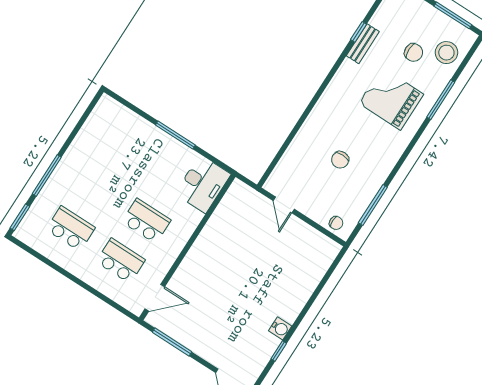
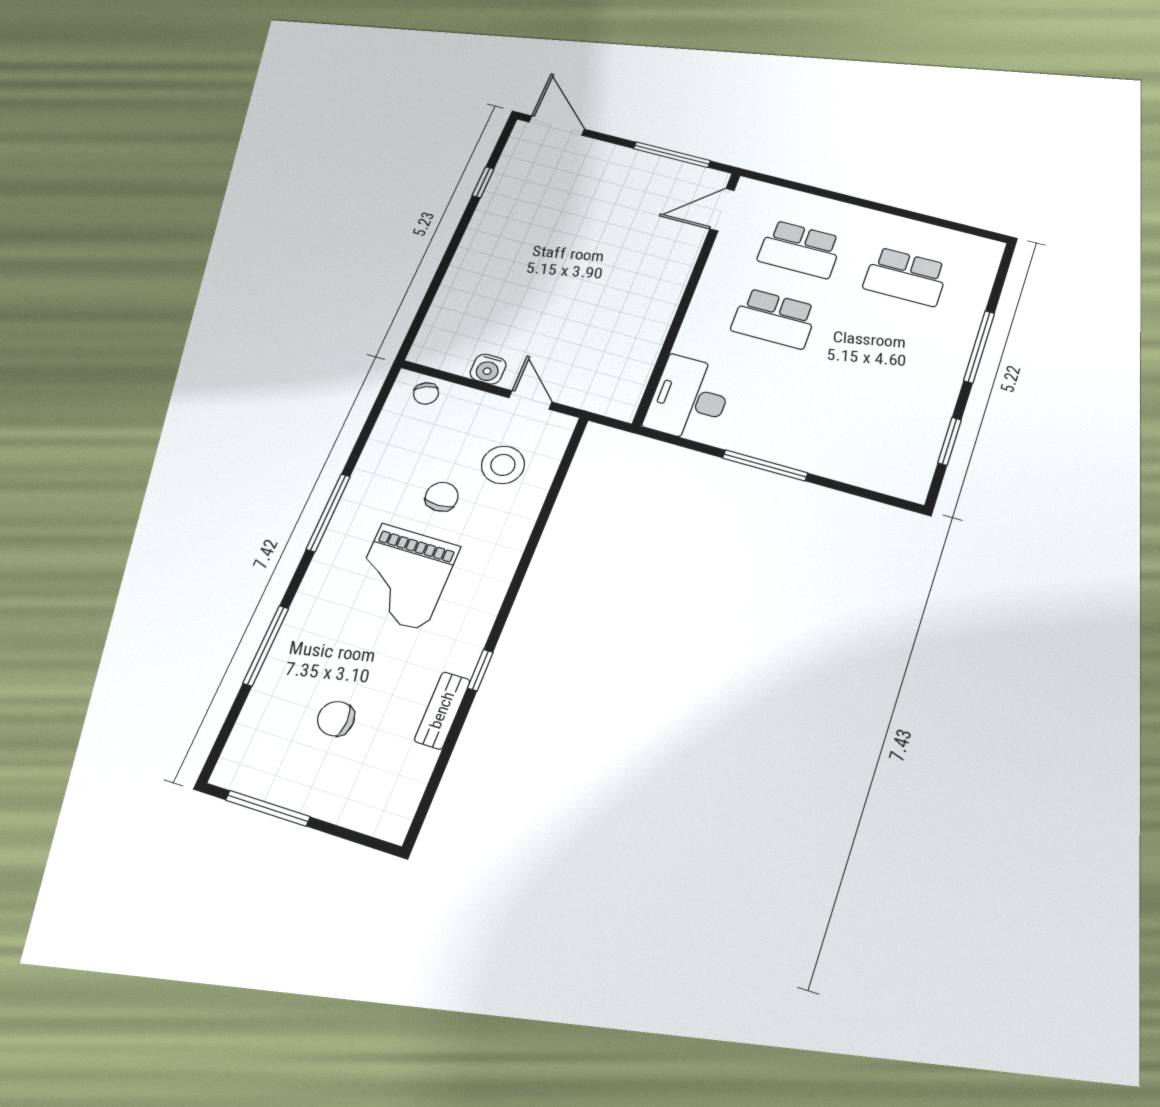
window: (359, 32) -> (480, 670), moved
stool: (446, 53) -> (503, 465), moved
grand piano: (391, 99) -> (403, 577), moved, turned 90
window: (373, 205) -> (328, 513), moved
window: (20, 217) -> (950, 441), moved
chair: (336, 223) -> (426, 393), turned -113
water cooler: (280, 328) -> (488, 369), moved, turned -90

